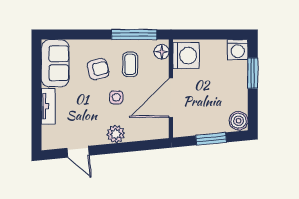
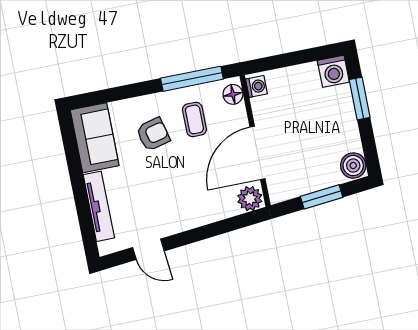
washing machine: (186, 56) -> (256, 86), width x0.53, depth x0.53
side table: (116, 97) -> (185, 167), removed
tv unit: (48, 106) -> (99, 206), width x1.41
plant: (116, 134) -> (250, 199), moved

